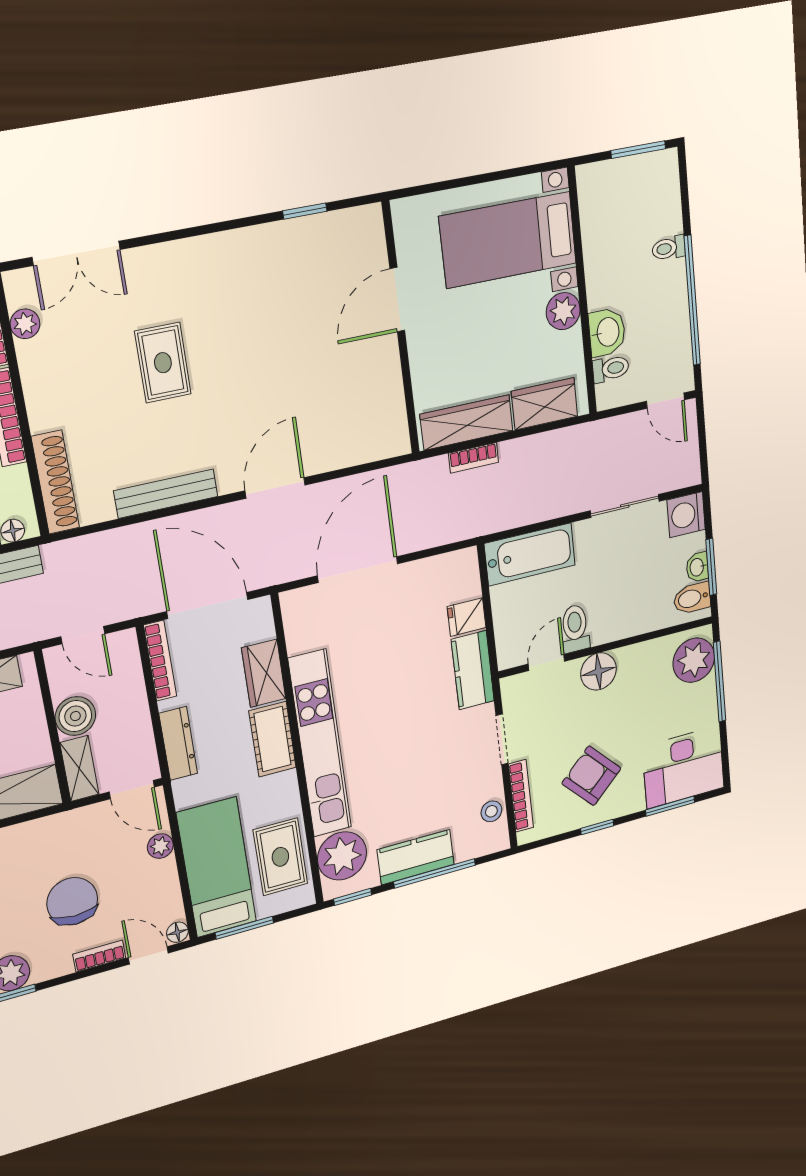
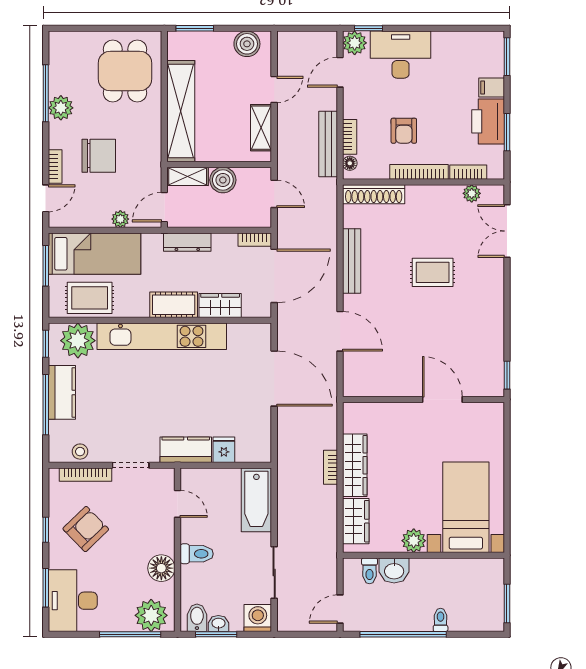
door: (397, 300) -> (442, 399), moved
wall: (401, 329) -> (423, 399), moved
toilet: (575, 628) -> (197, 554), moved
door: (83, 635) -> (274, 194), swing flipped
bookcase: (160, 661) -> (255, 240), width x0.64
floor lamp: (598, 671) -> (161, 568), moved
floor lamp: (177, 932) -> (56, 220), removed

